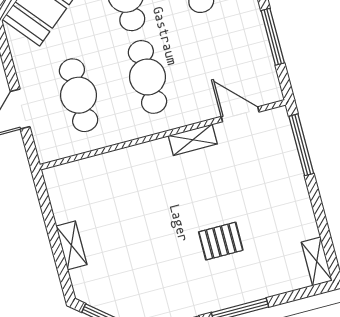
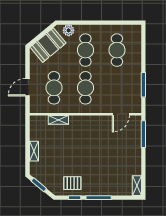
door: (240, 114) -> (121, 114), swing flipped
shelving: (193, 140) -> (58, 120), moved
pallet: (221, 241) -> (72, 183), moved

